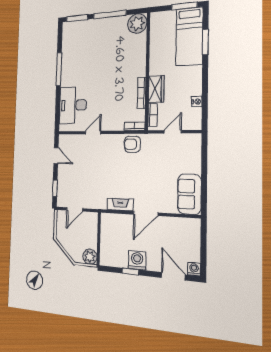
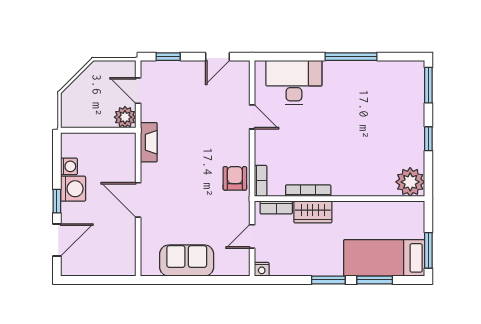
window: (110, 14) -> (428, 139), width x0.46
window: (205, 76) -> (328, 280), added
nightstand: (197, 102) -> (262, 269), moved
door: (173, 132) -> (252, 236), swing flipped
sofa: (189, 194) -> (187, 261), moved
fireplace: (120, 204) -> (149, 142), moved
plant: (90, 257) -> (125, 117), moved
washing machine: (194, 269) -> (69, 166), moved
window: (130, 272) -> (57, 201), moved

